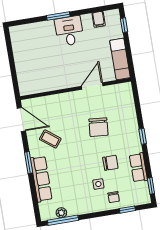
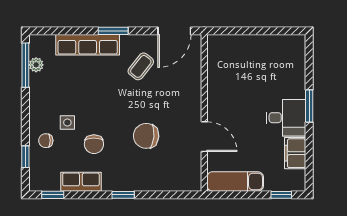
filing cabinet: (99, 19) -> (295, 153), width x2.00

